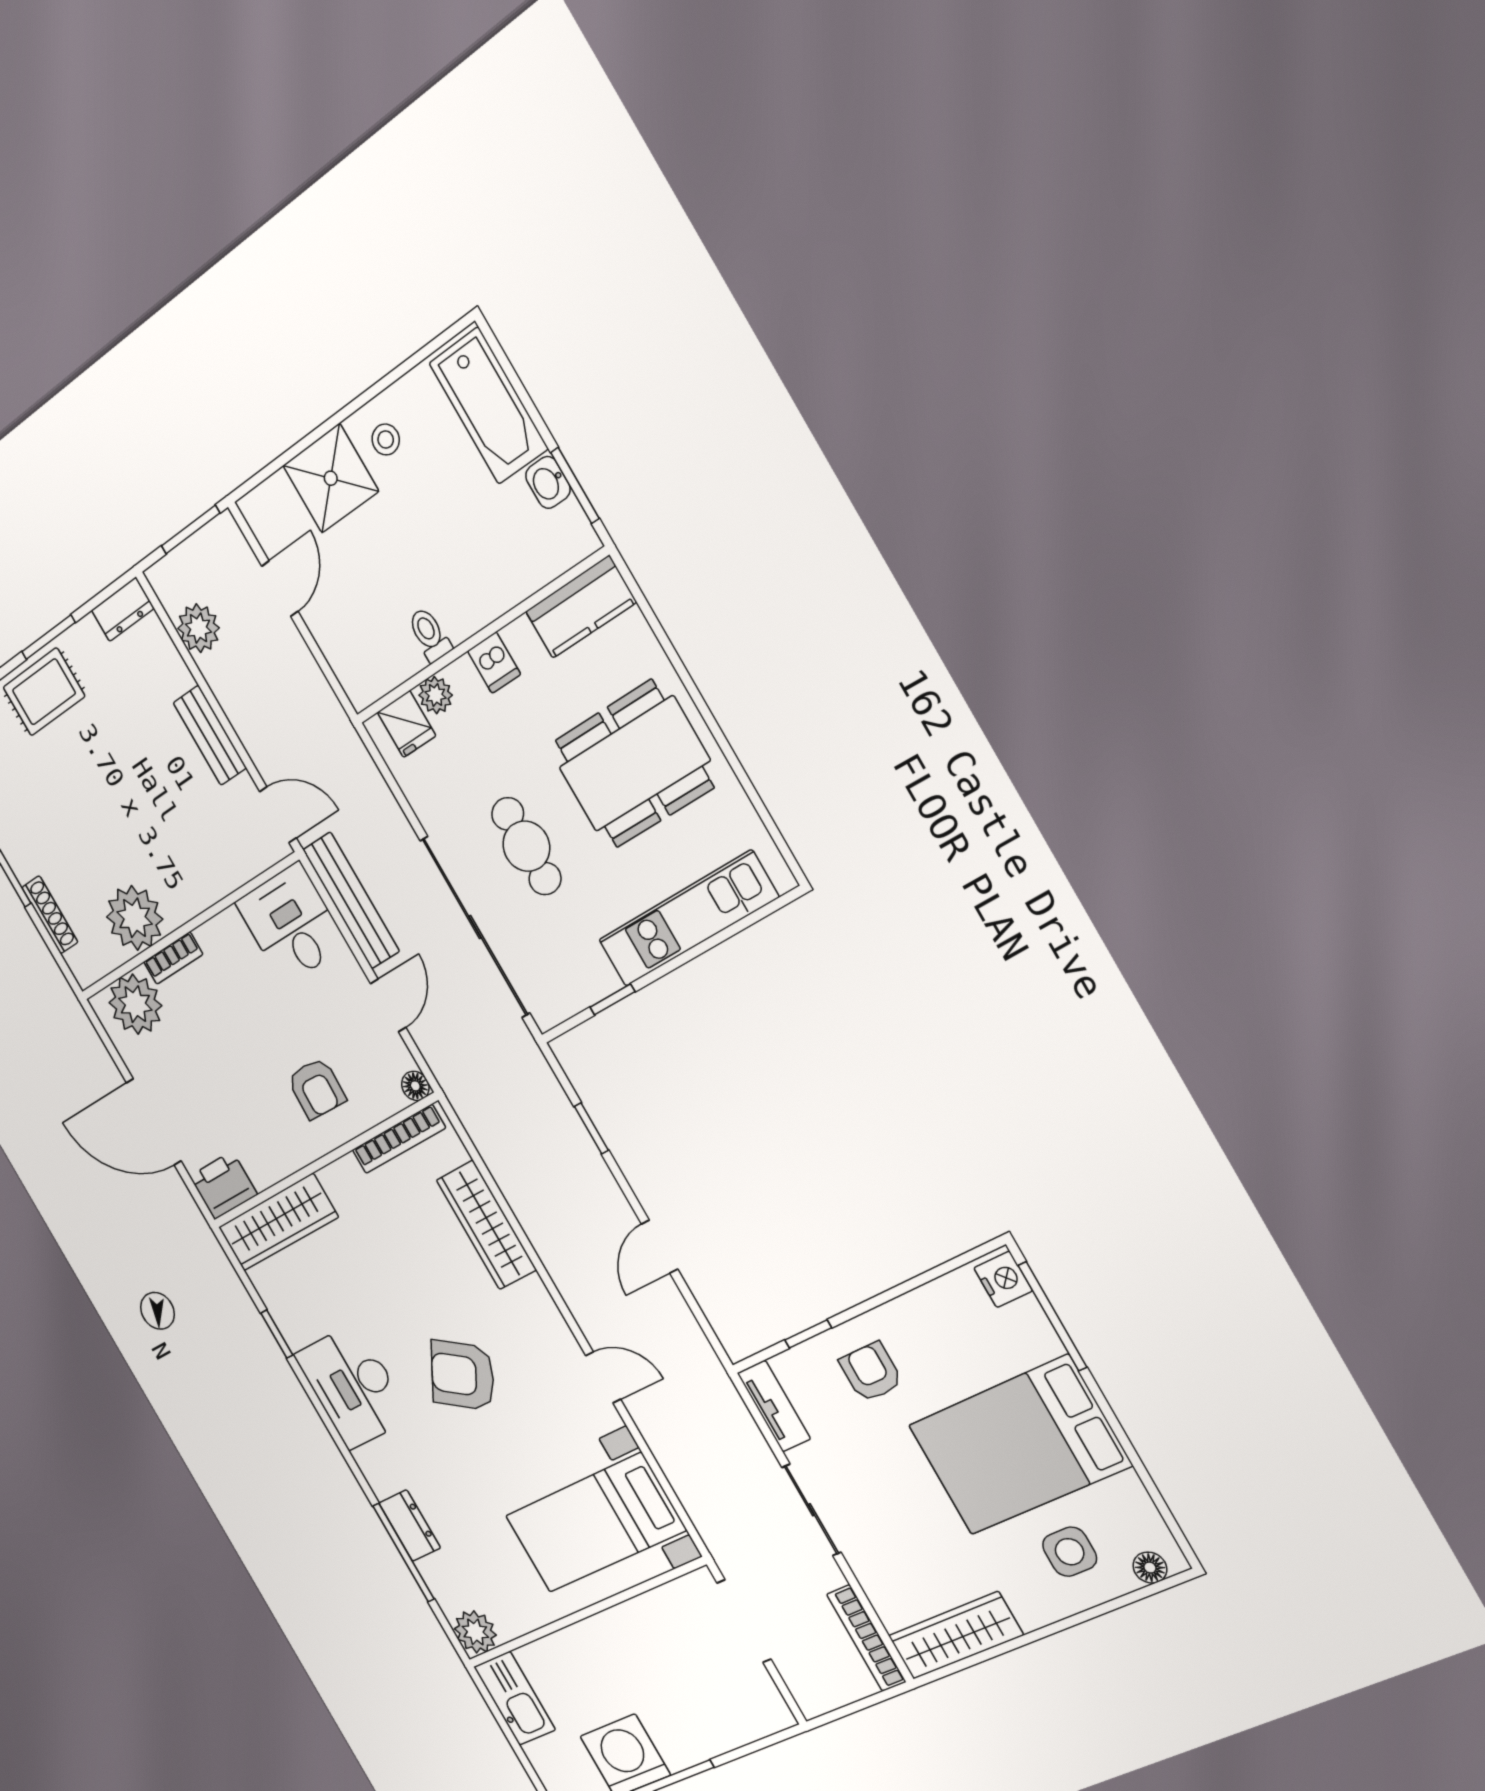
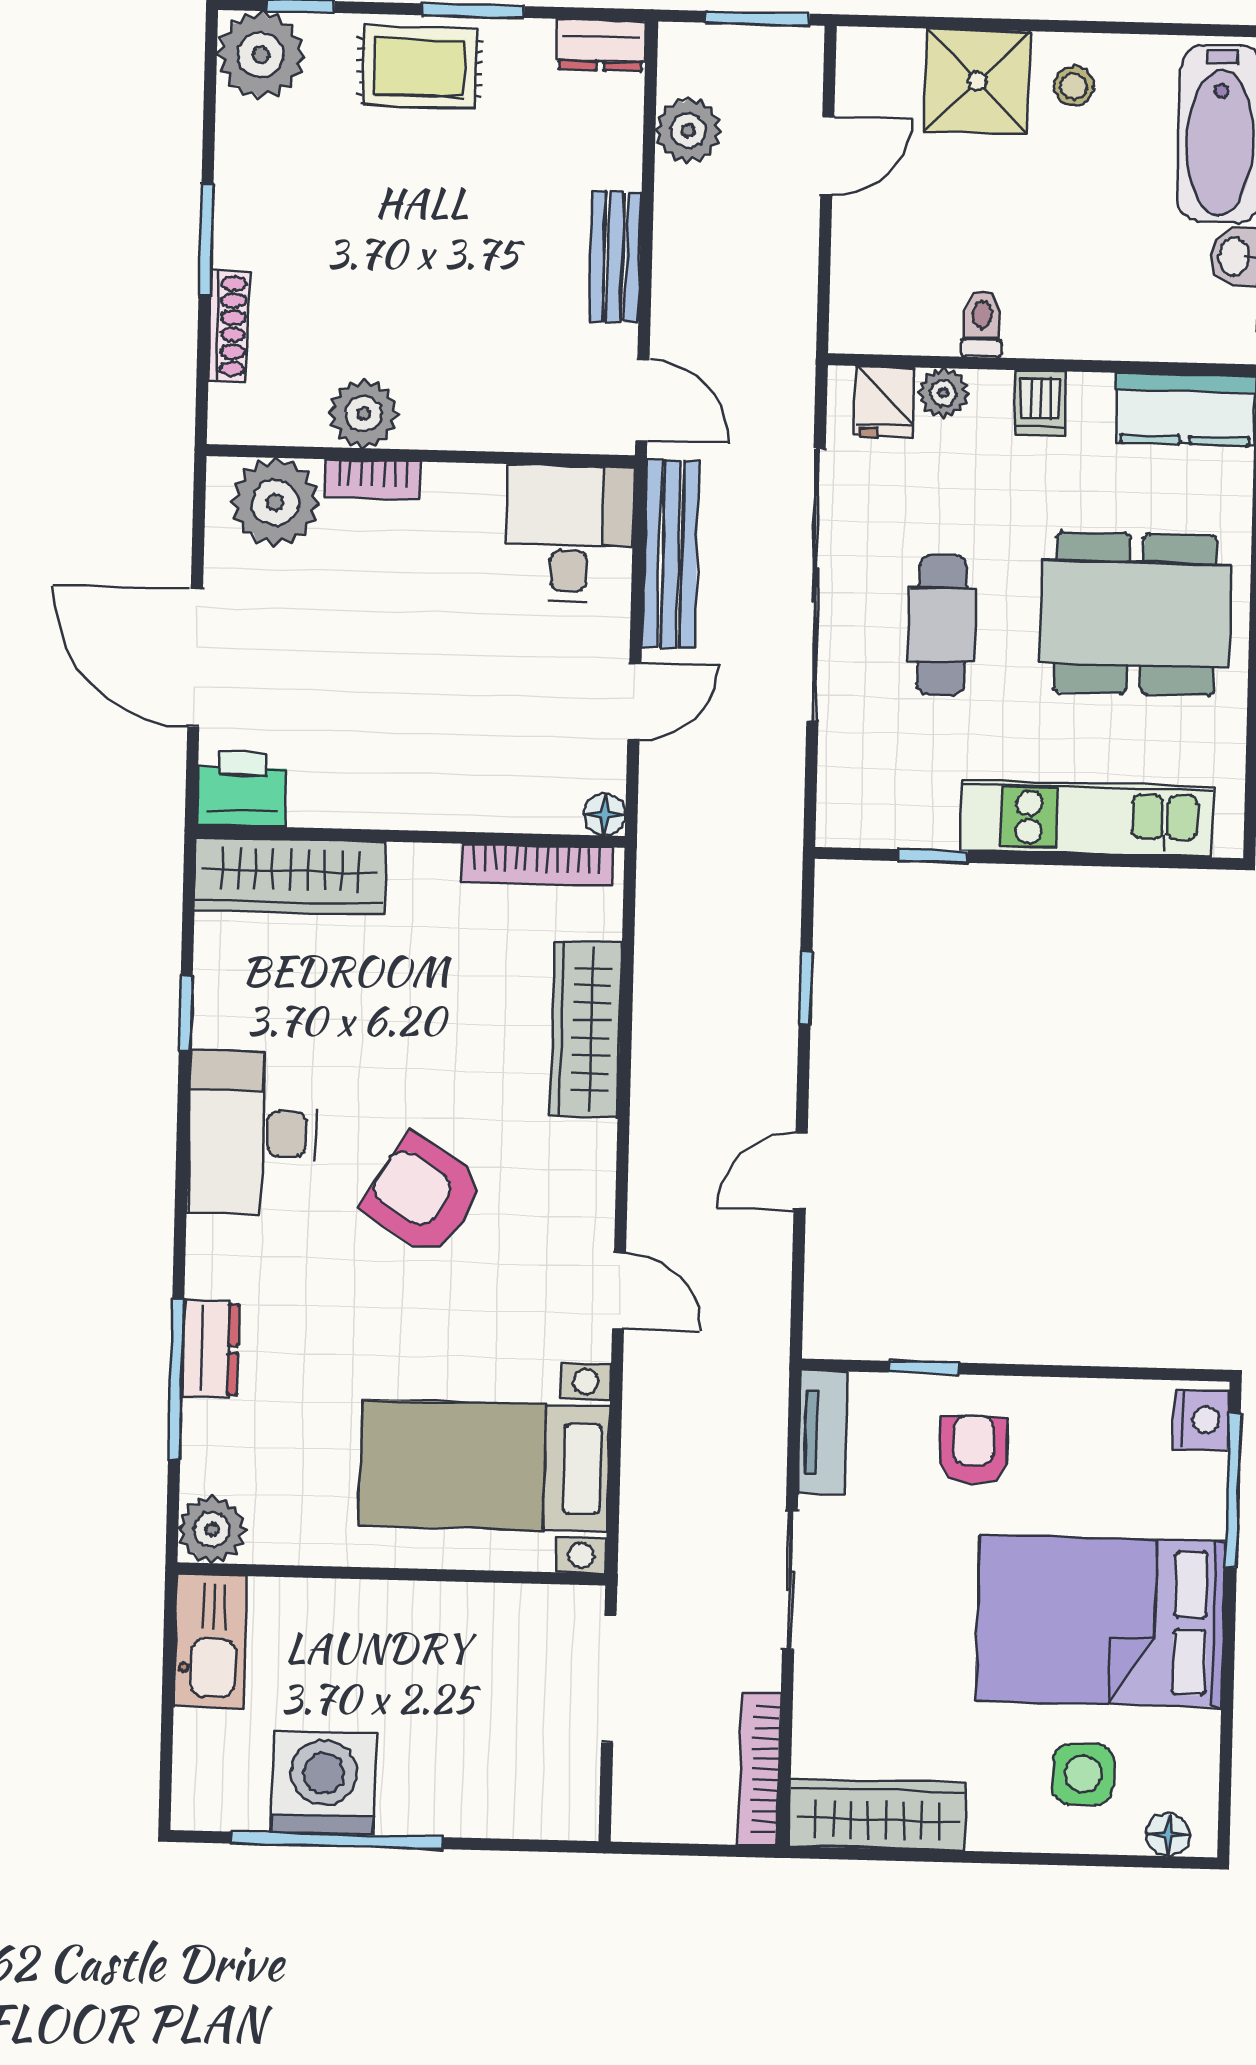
plant: (135, 918) -> (364, 414), width x0.73, depth x0.73
sliding door: (475, 927) -> (816, 585), moved
armchair: (317, 1088) -> (464, 744), removed

